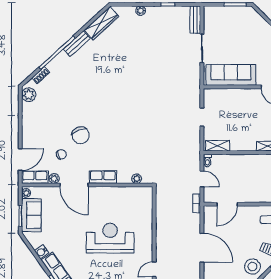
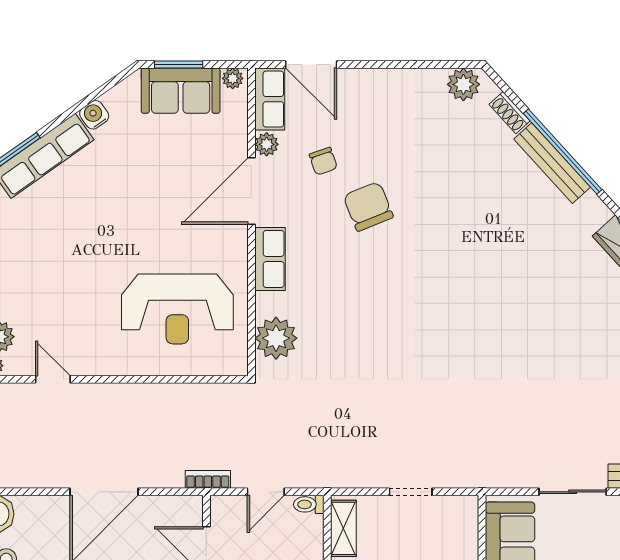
bench: (77, 44) -> (552, 163), moved, width x1.36
chair: (81, 135) -> (368, 206), turned 89
plant: (137, 179) -> (276, 338), width x1.88, depth x1.88
reception desk: (110, 238) -> (177, 309), moved, turned 90

